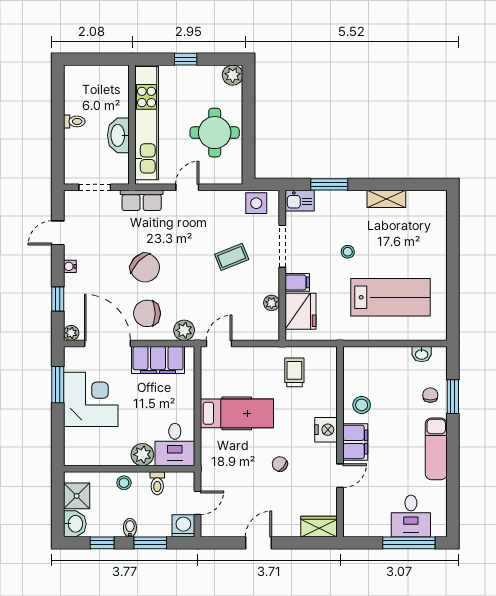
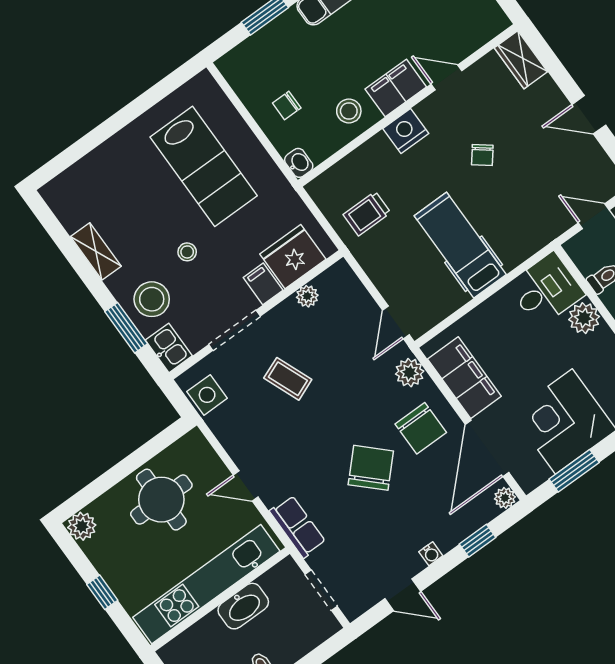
stool: (335, 211) -> (152, 299), added
lab bench: (390, 297) -> (204, 166), turned 180
door: (219, 343) -> (396, 322), hinge flipped
washbasin: (422, 354) -> (299, 163), moved
chair: (430, 395) -> (287, 106), moved

